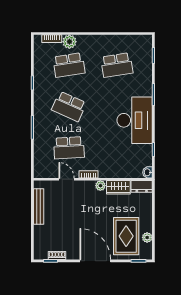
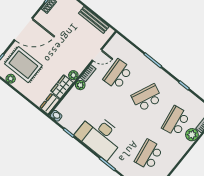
plant: (104, 173) -> (80, 85), added

